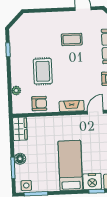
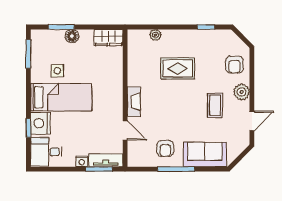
plant: (60, 18) -> (242, 92), added
armchair: (39, 104) -> (234, 65), moved
side table: (26, 185) -> (57, 71), moved

